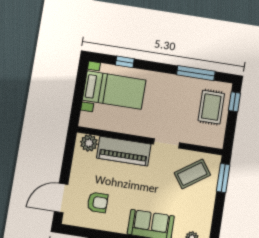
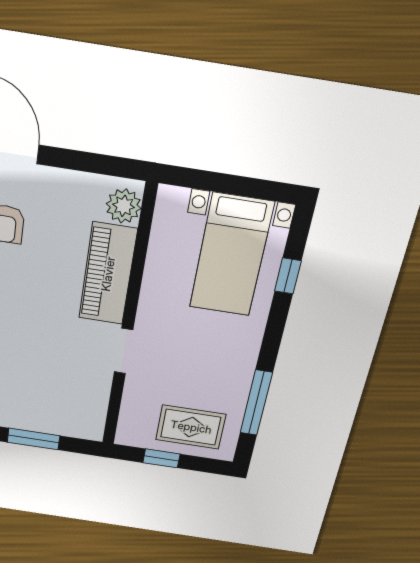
window: (234, 102) -> (162, 458), moved
coffee table: (192, 174) -> (67, 394), removed
window: (223, 178) -> (34, 439), moved

